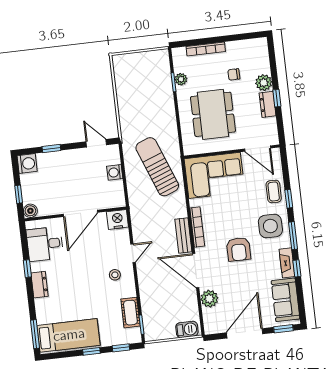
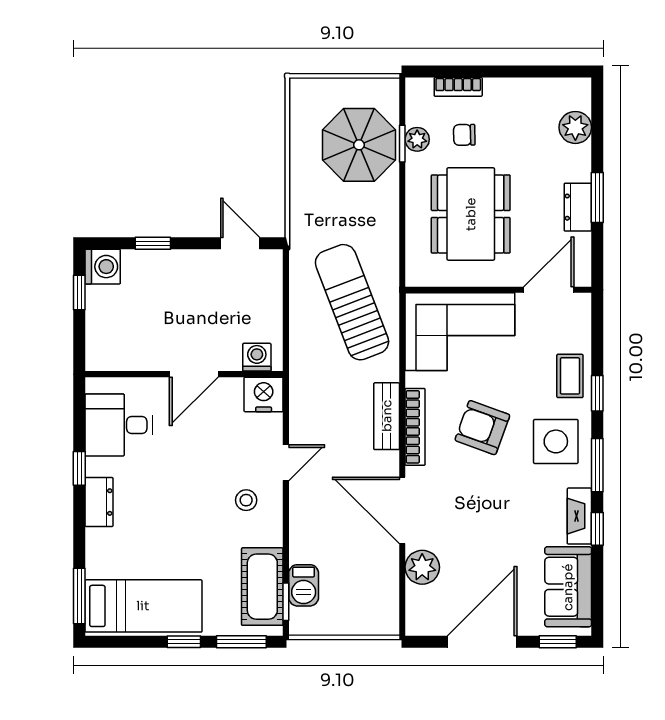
bookcase: (206, 49) -> (458, 87), width x0.64
chair: (234, 74) -> (464, 135), moved
plant: (264, 83) -> (575, 127), moved
parasol: (151, 86) -> (359, 145), added
window: (277, 98) -> (597, 197), width x1.50
door: (258, 149) -> (549, 290), swing flipped
washing machine: (115, 172) -> (257, 357), moved, turned 90
window: (19, 194) -> (79, 293), moved
boiler: (30, 211) -> (98, 358), removed
door: (80, 213) -> (194, 374), width x0.73
bench: (183, 236) -> (387, 416), moved
armchair: (239, 249) -> (482, 428), moved, turned 110
cot: (130, 313) -> (262, 587), width x1.37, depth x1.34
barbecue: (187, 329) -> (304, 585), moved, turned 90
window: (121, 348) -> (241, 642), width x1.50

